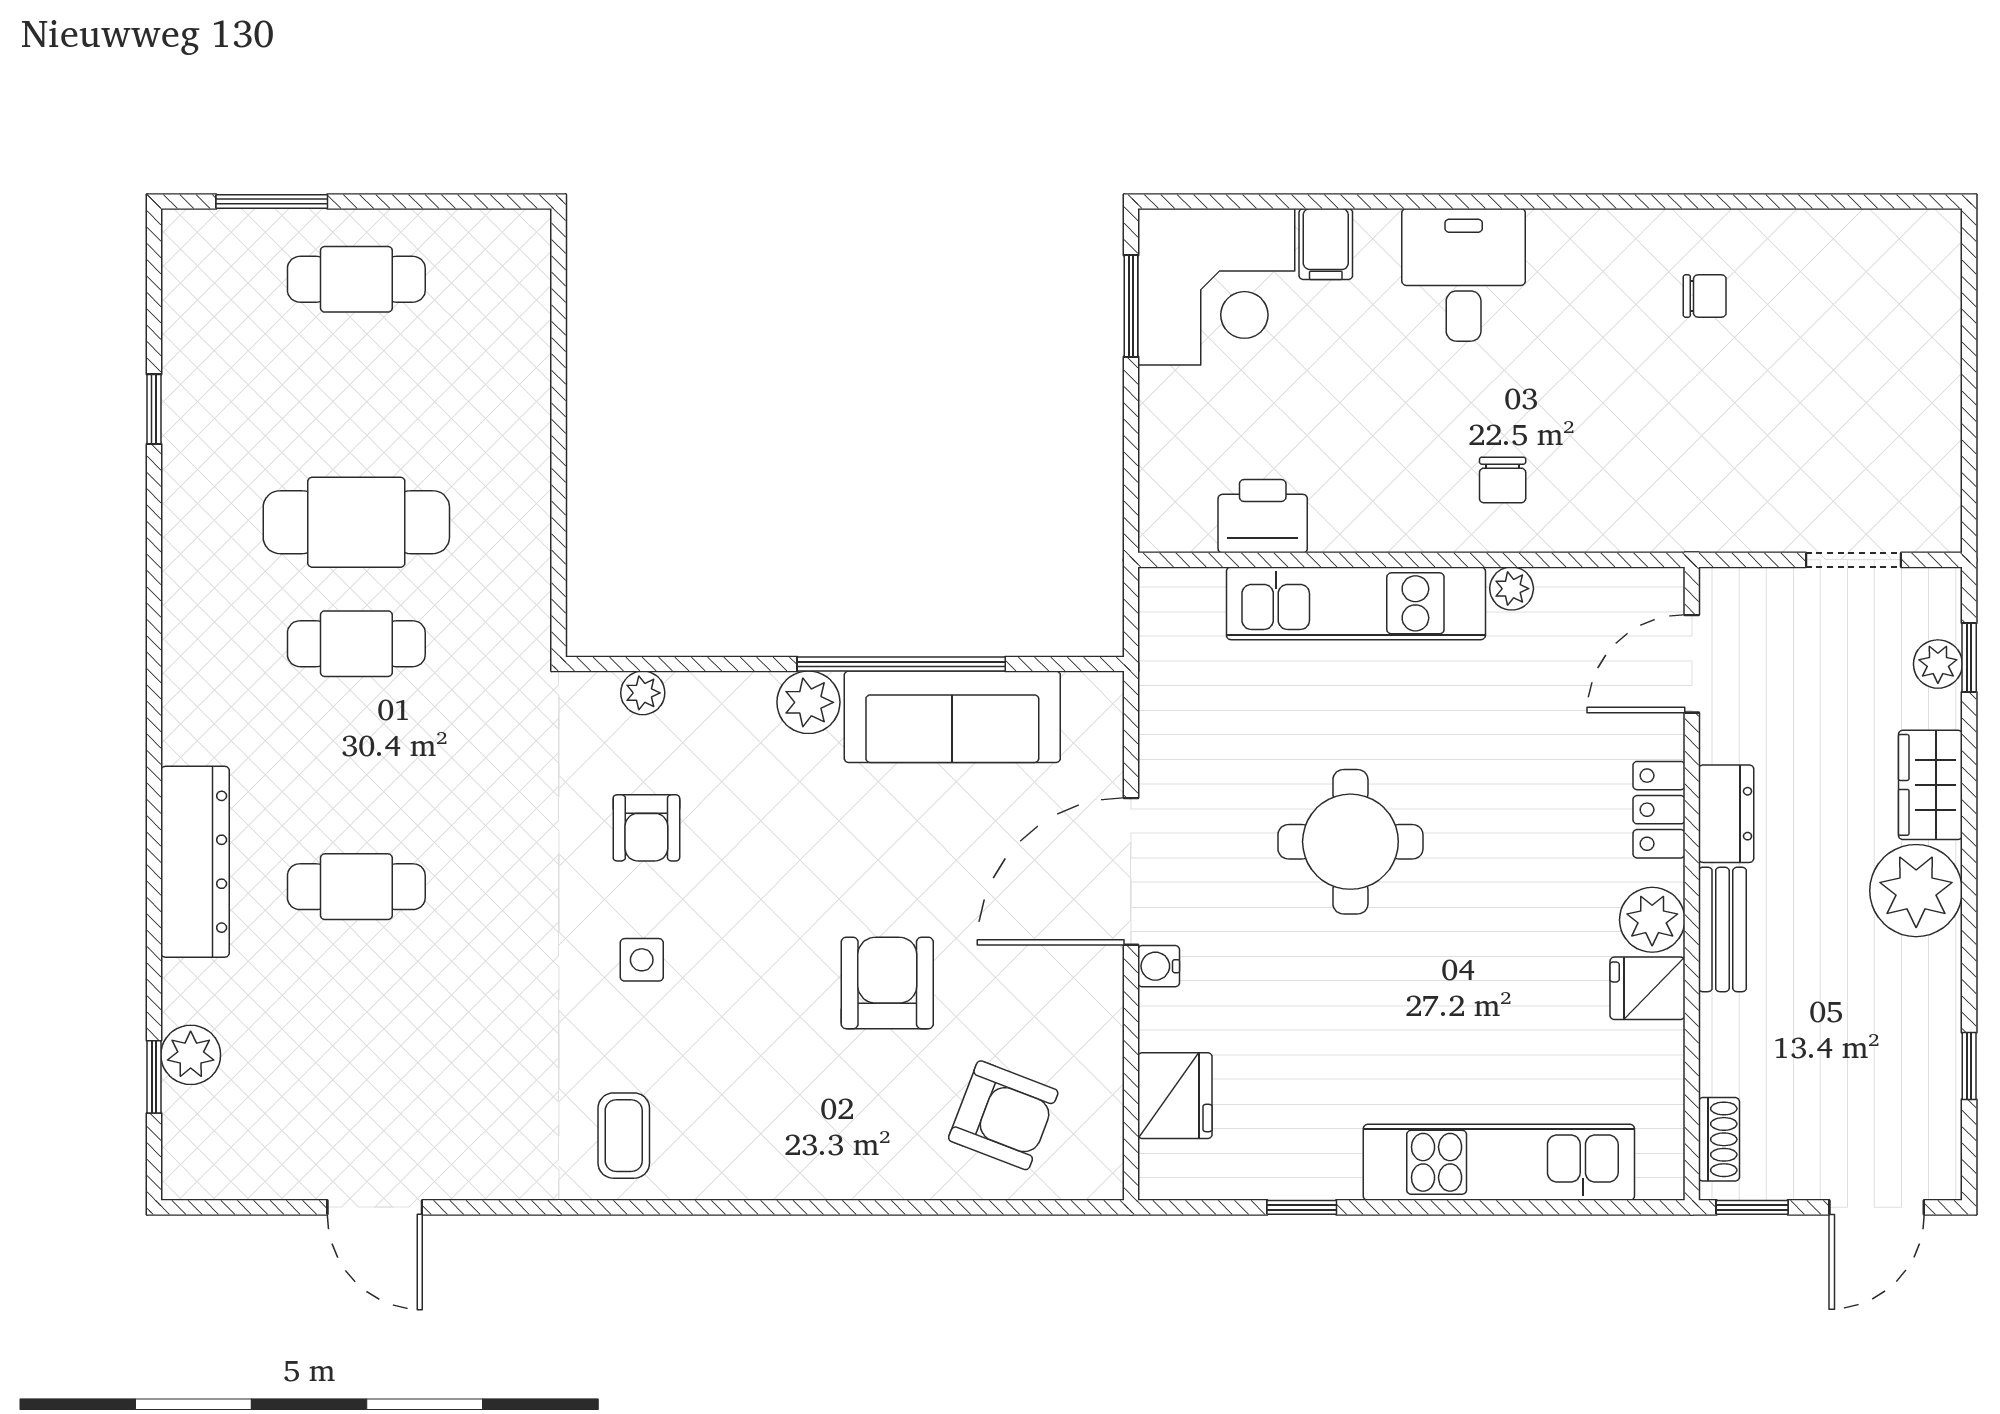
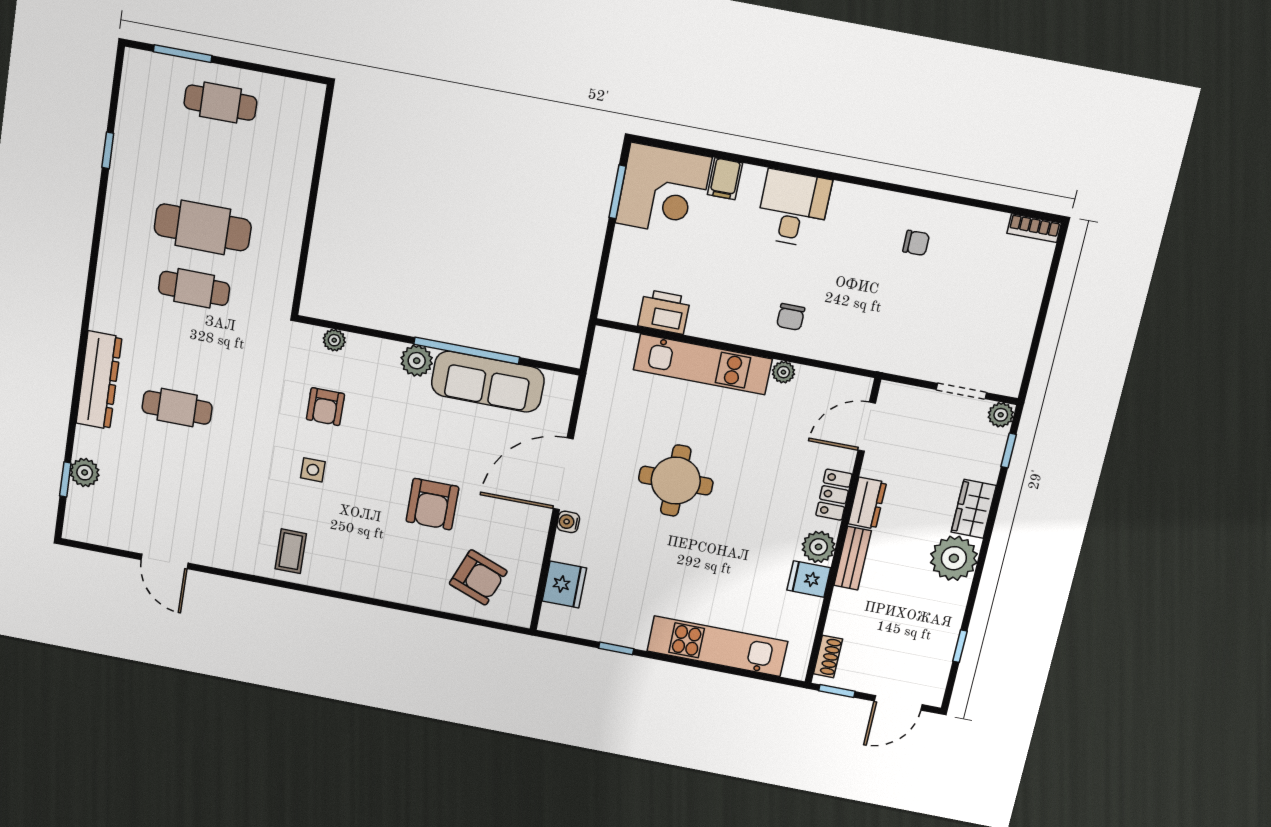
bookcase: (1915, 227) -> (1034, 228), added
plant: (1938, 664) -> (1001, 415), moved
armchair: (887, 983) -> (432, 504), turned 180

